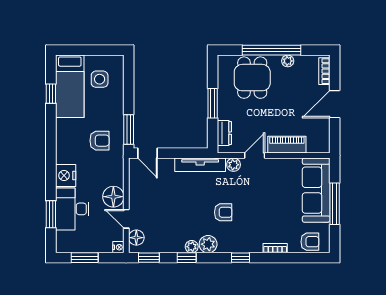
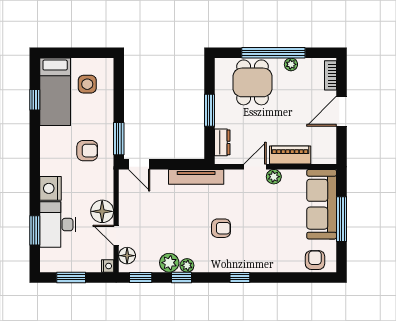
plant: (234, 165) -> (274, 177), moved
armchair: (310, 242) -> (315, 260), turned -90
plant: (208, 244) -> (169, 263), moved
bookcase: (275, 248) -> (277, 267), removed

